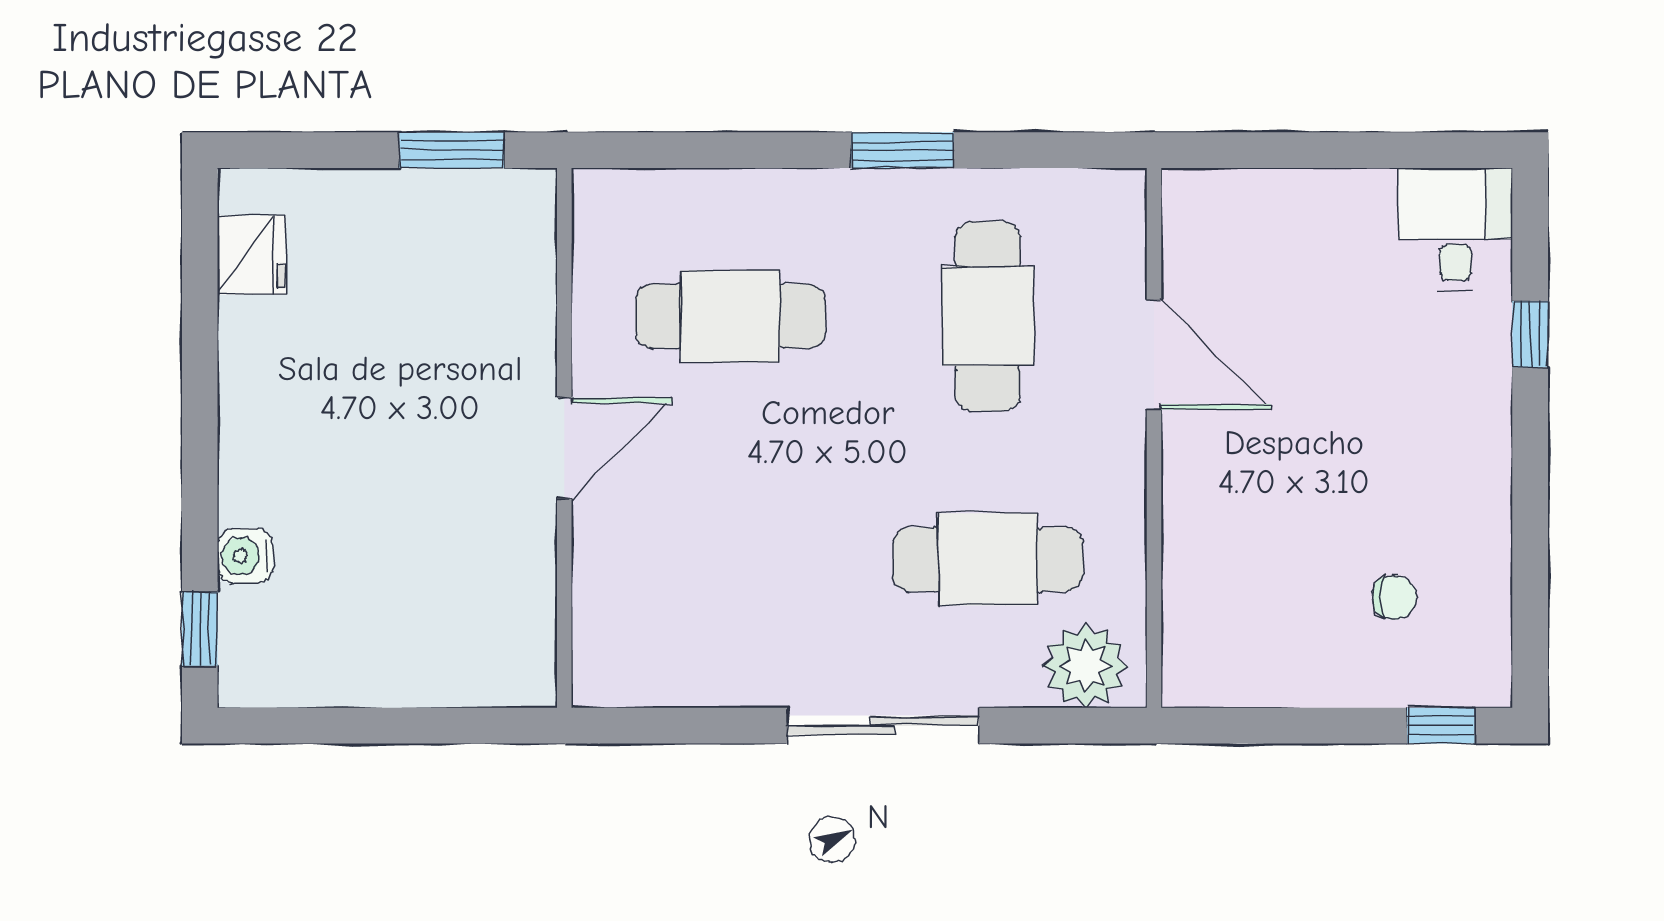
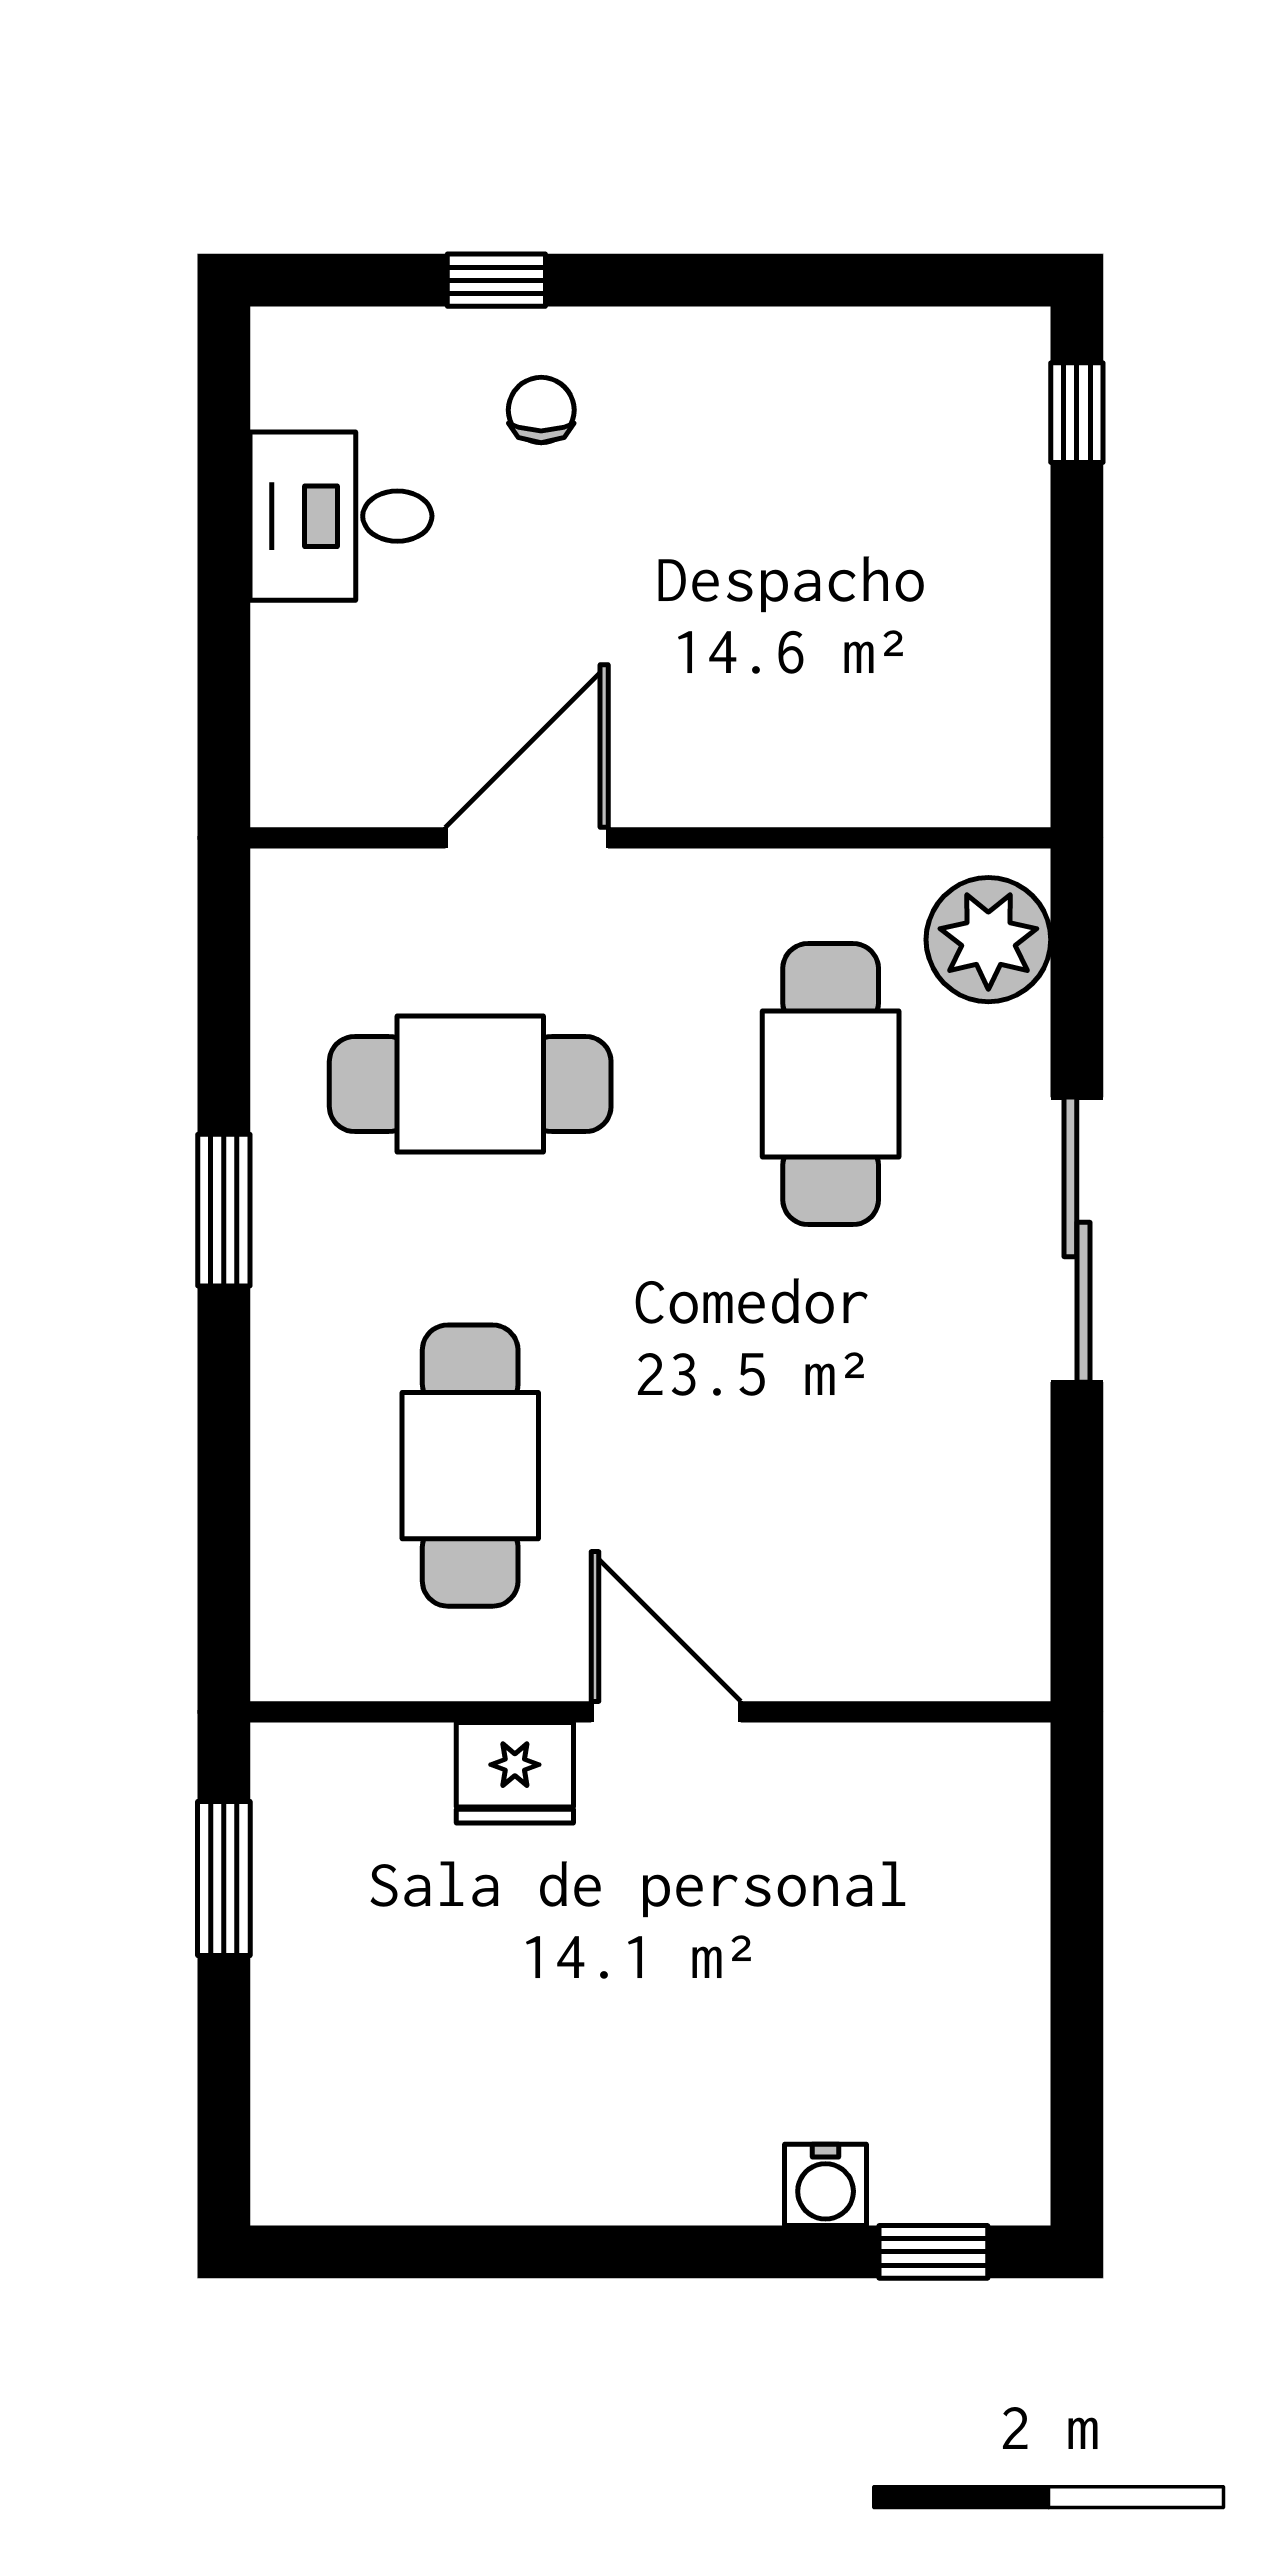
desk: (1456, 229) -> (341, 516), moved
fridge: (252, 255) -> (515, 1773), moved, turned 180
chair: (1394, 597) -> (541, 410), moved

